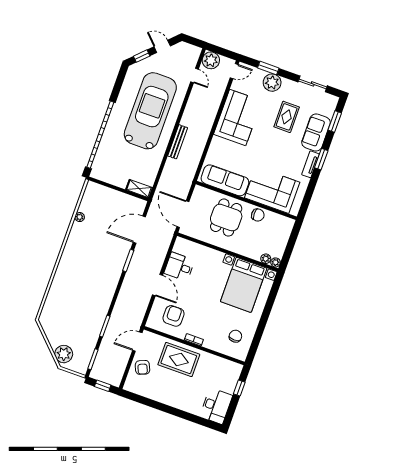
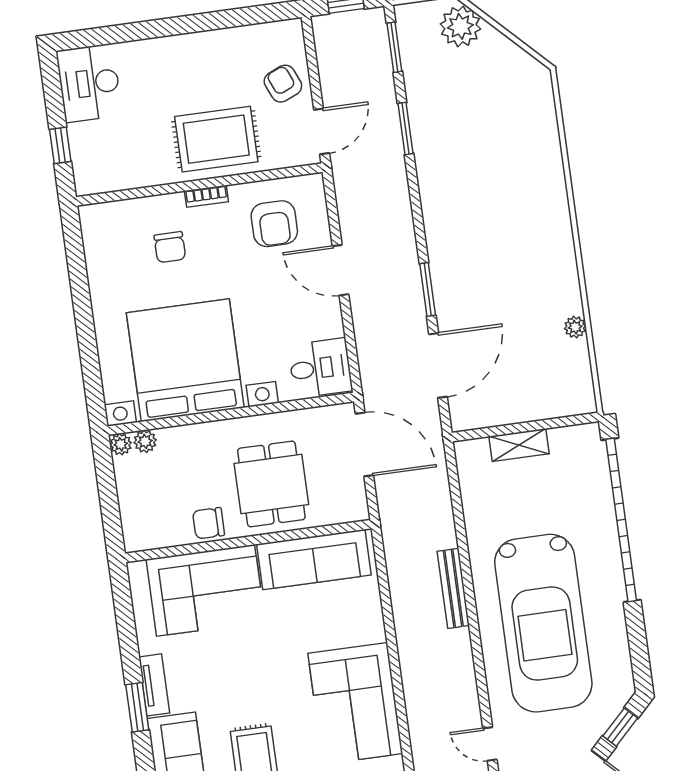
shelving: (139, 189) -> (519, 445), moved
desk: (179, 267) -> (320, 368), moved
bed with nightstands: (244, 285) -> (185, 360), width x1.36
chair: (235, 336) -> (170, 247), moved

